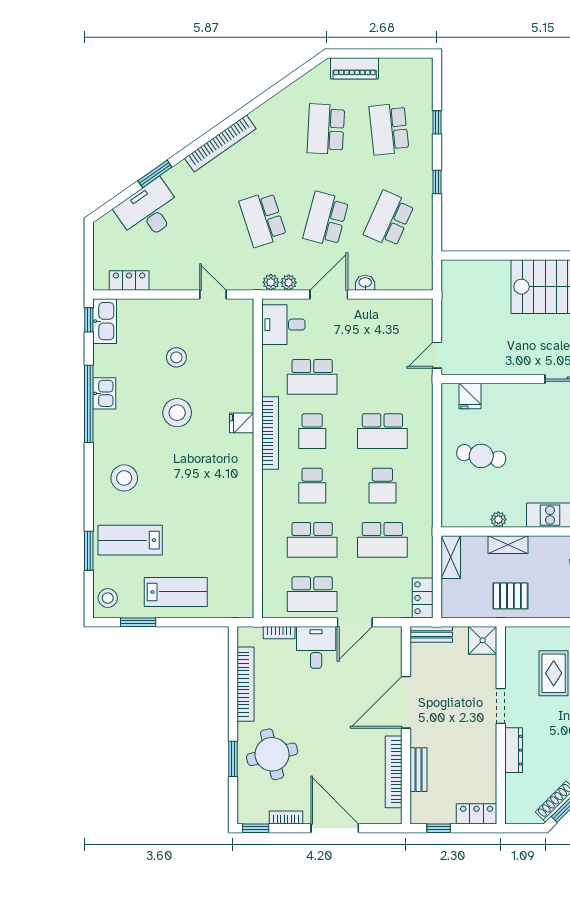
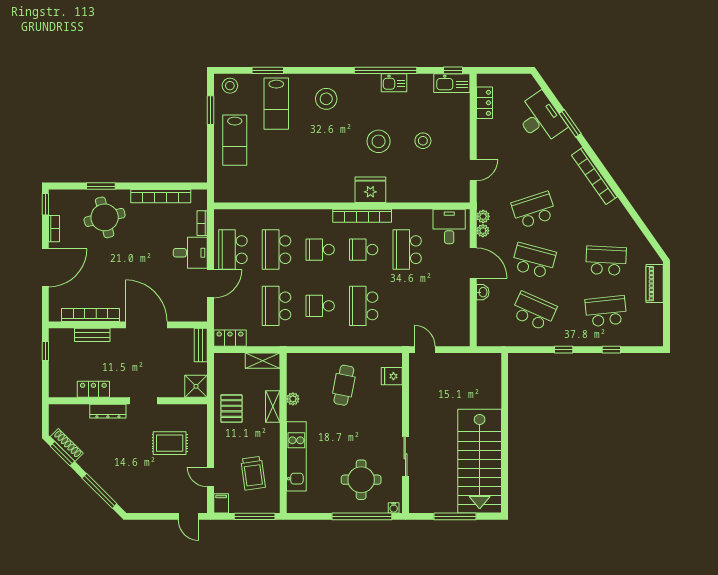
fridge: (242, 423) -> (370, 190), width x1.88, depth x1.34
lab bench: (130, 540) -> (276, 104), turned 180
door: (355, 622) -> (211, 284), swing flipped
locker: (477, 814) -> (93, 389), moved, turned -90

